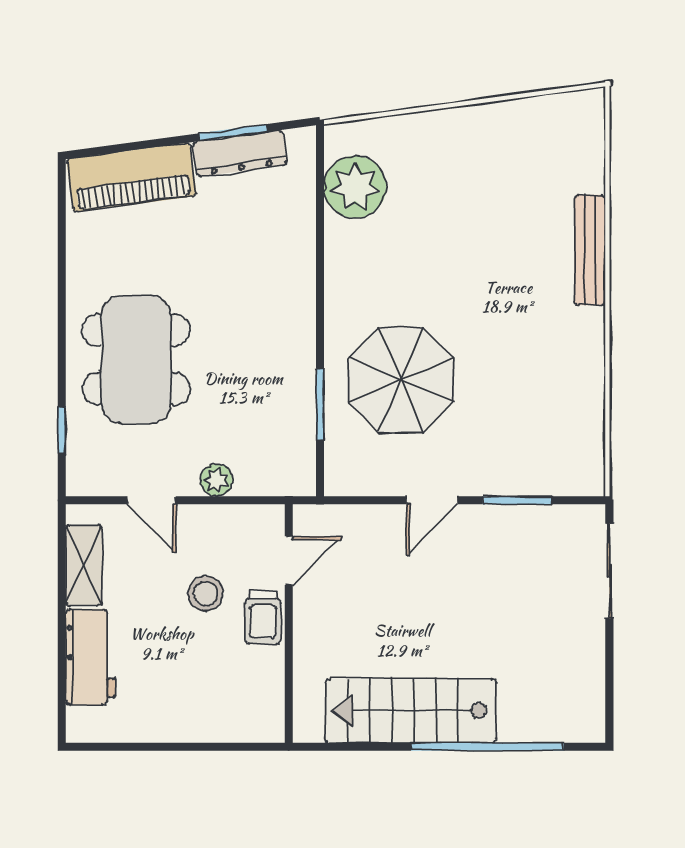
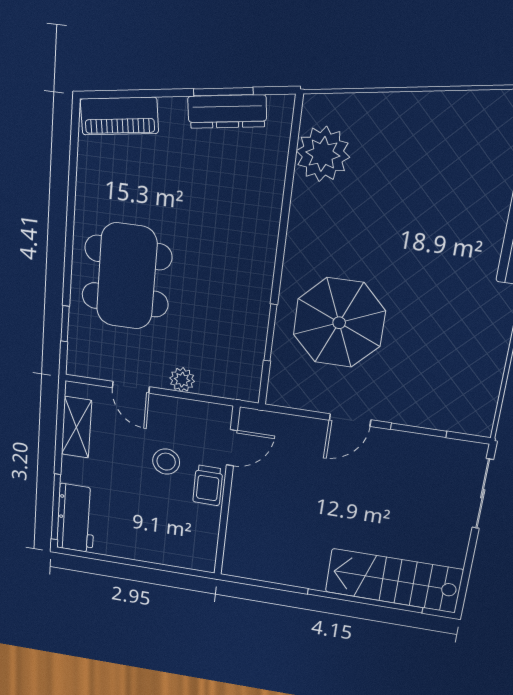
piano: (131, 178) -> (119, 116), width x0.73, depth x0.75
workbench: (90, 657) -> (76, 518), moved
window: (62, 683) -> (56, 507), added
stairs: (411, 711) -> (394, 581), moved

